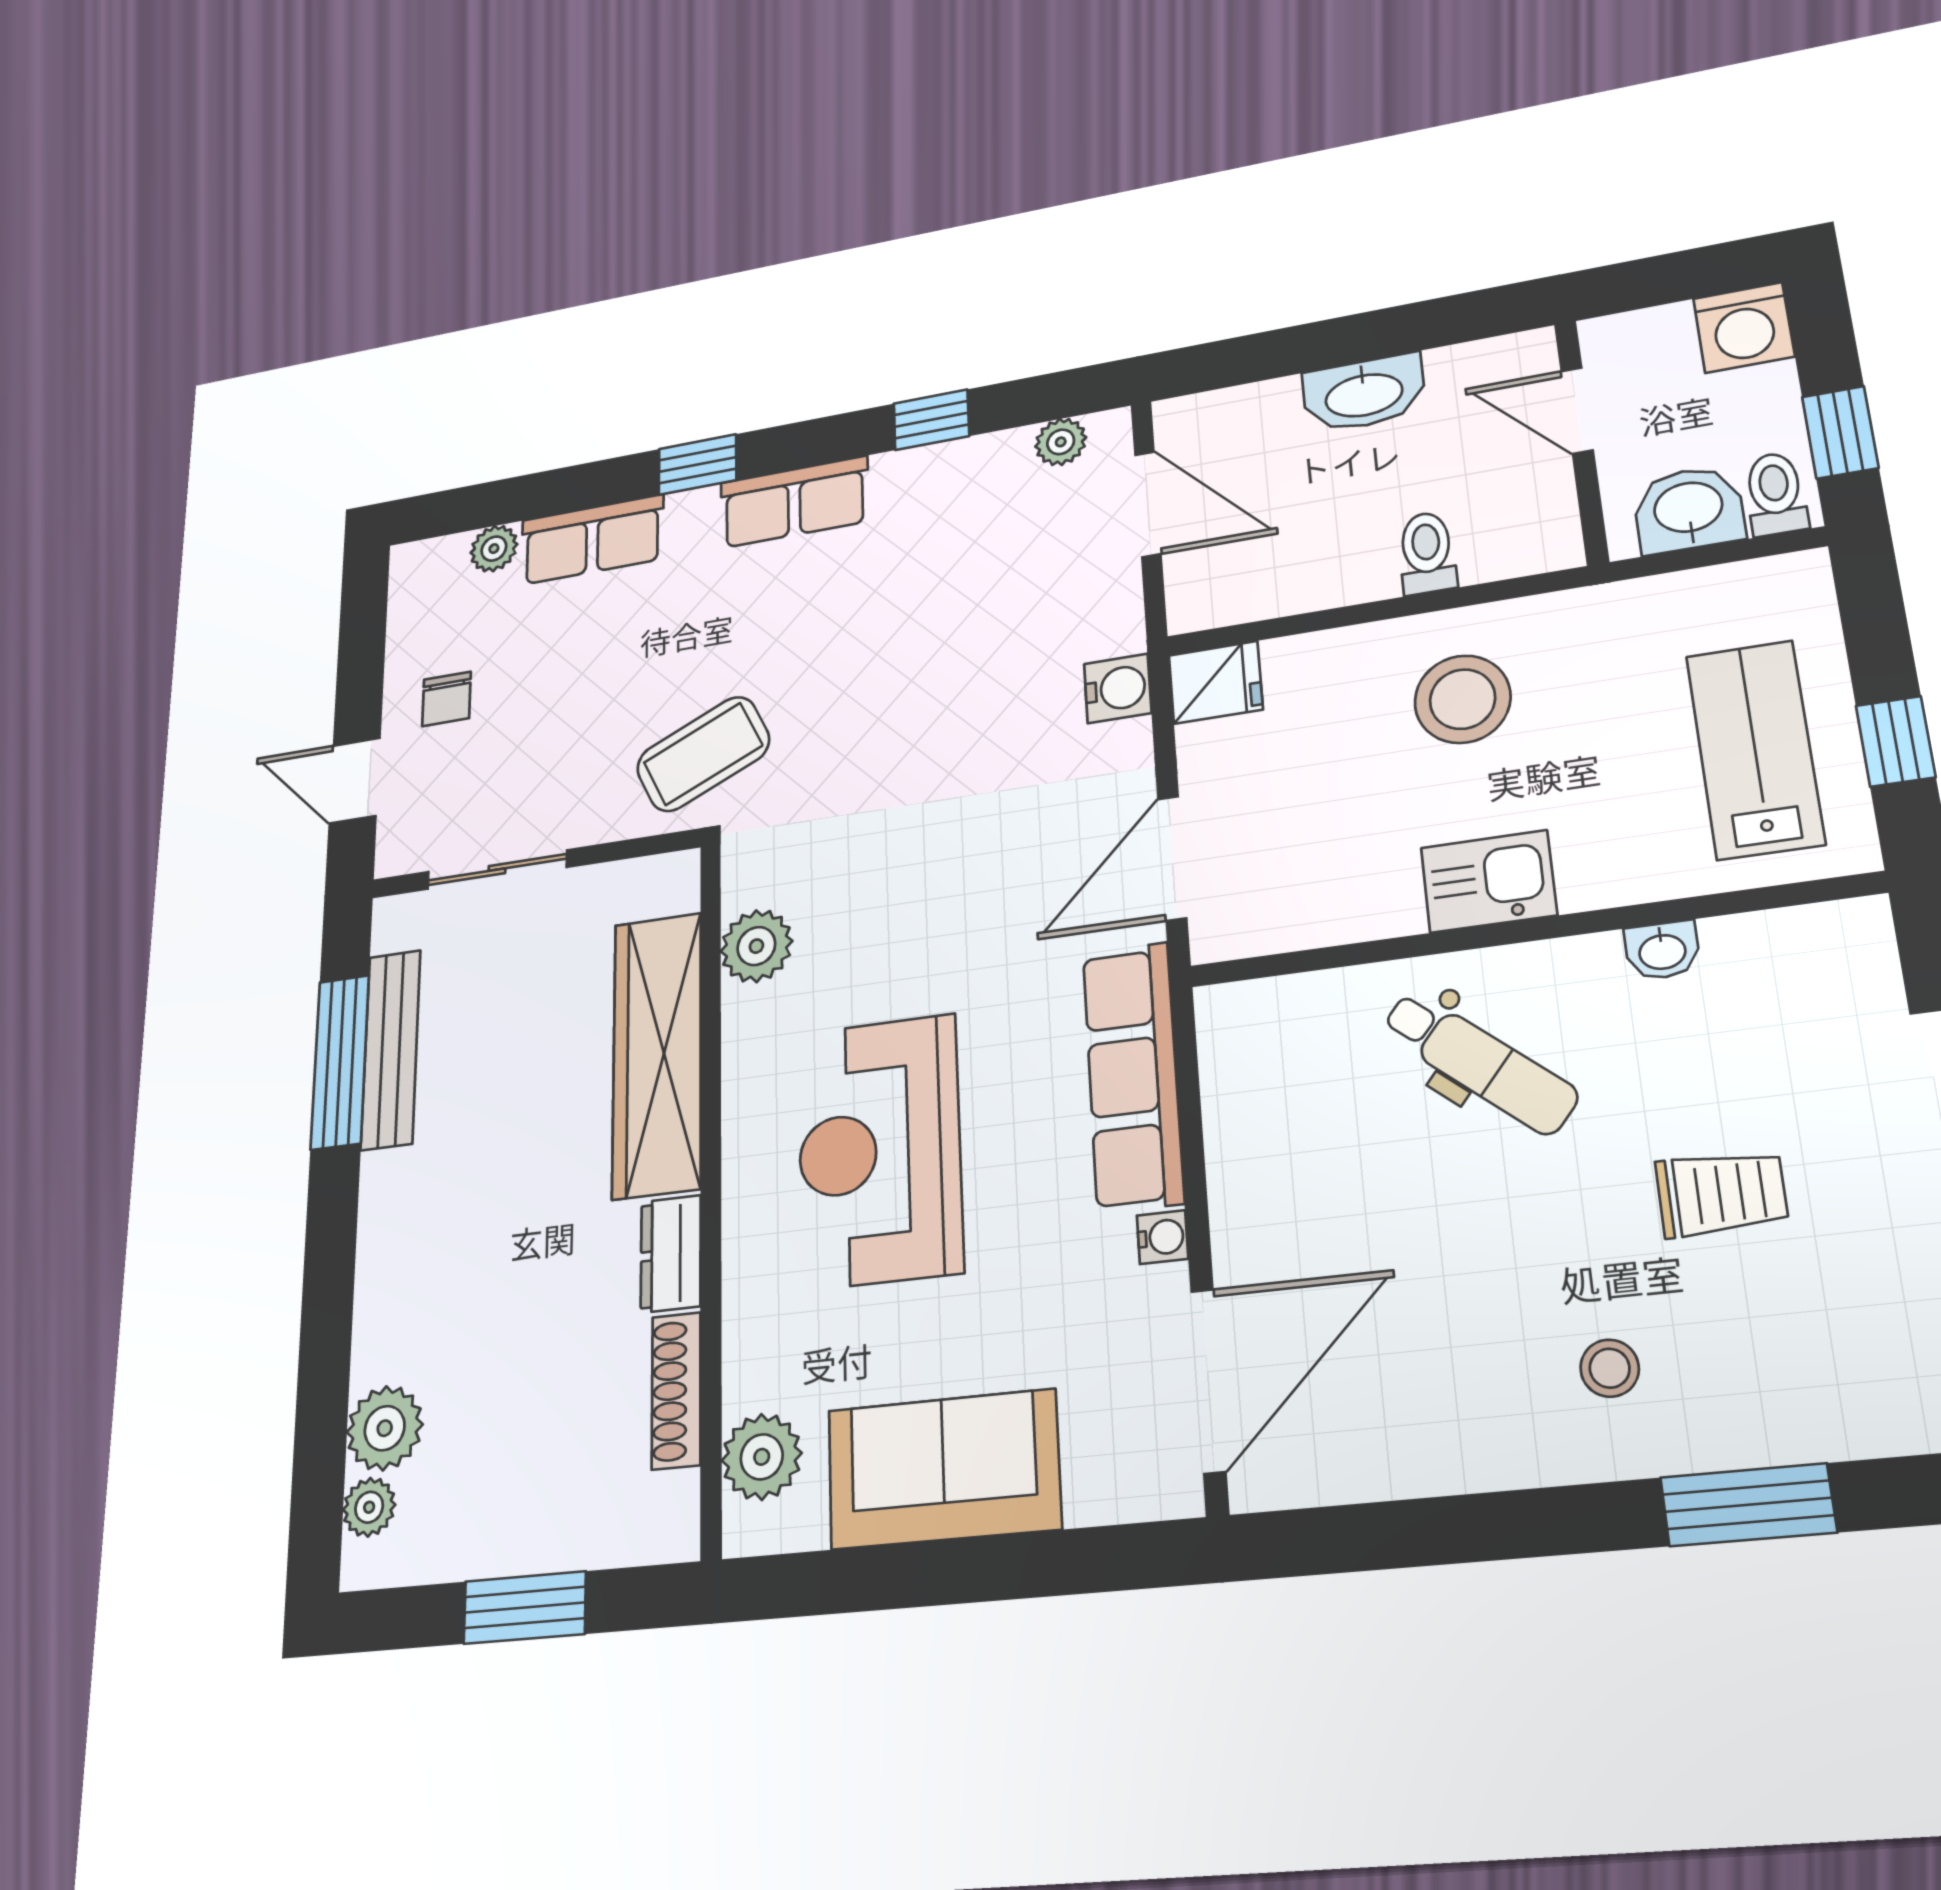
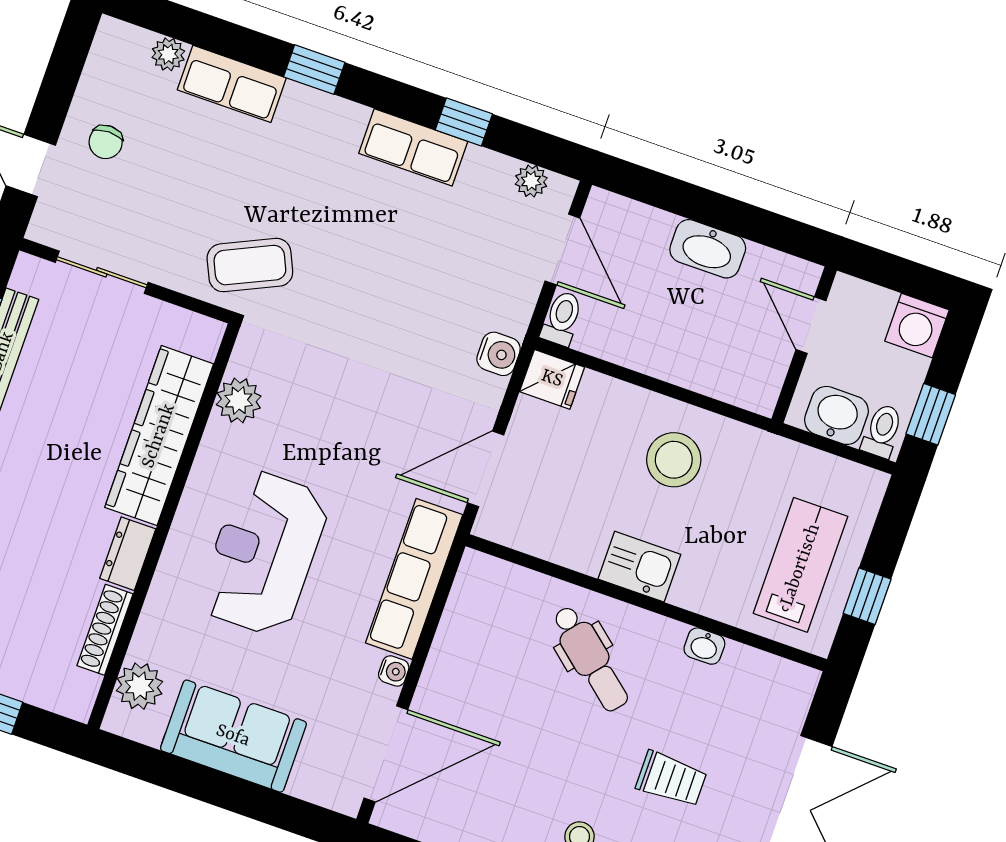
row of seats: (794, 502) -> (413, 147), moved
toilet: (1427, 553) -> (562, 318), moved

